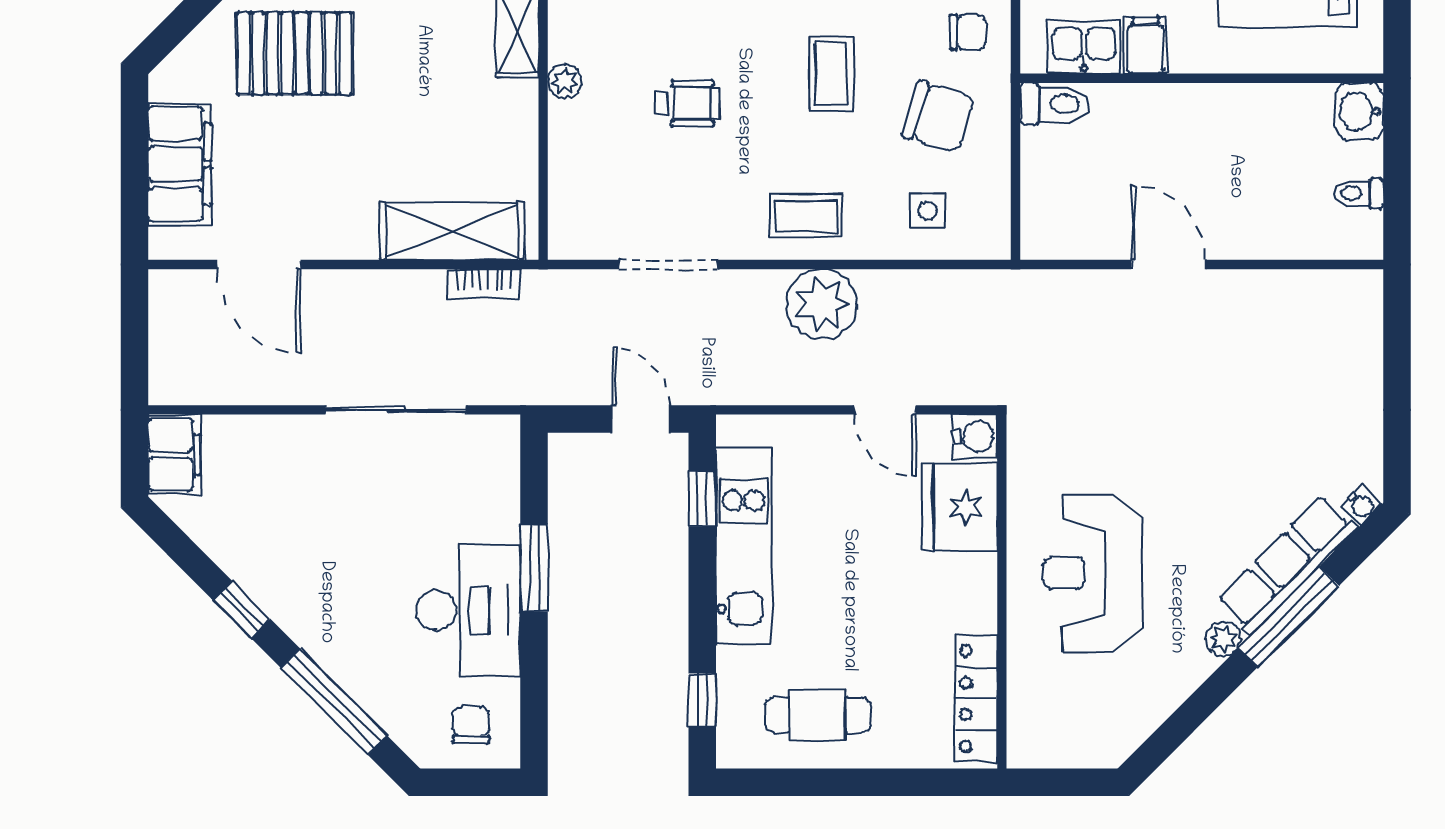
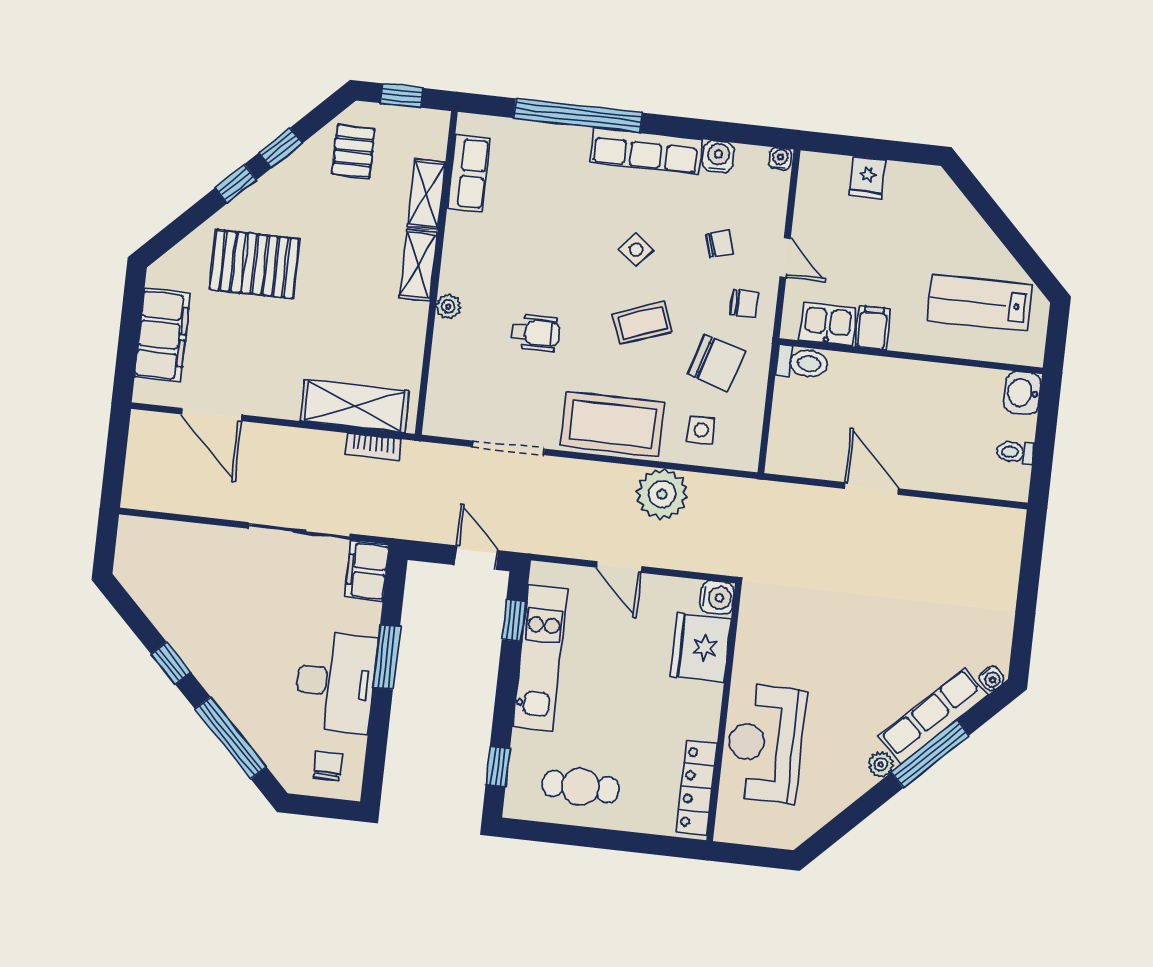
coffee table: (831, 74) -> (642, 323), turned 70
coffee table: (806, 216) -> (612, 424), width x1.86, depth x1.72
plant: (822, 304) -> (662, 494), moved
door: (885, 410) -> (619, 567), moved
filing cabinet: (174, 455) -> (367, 571), moved, turned 180
reception desk: (1093, 573) -> (765, 744), moved

